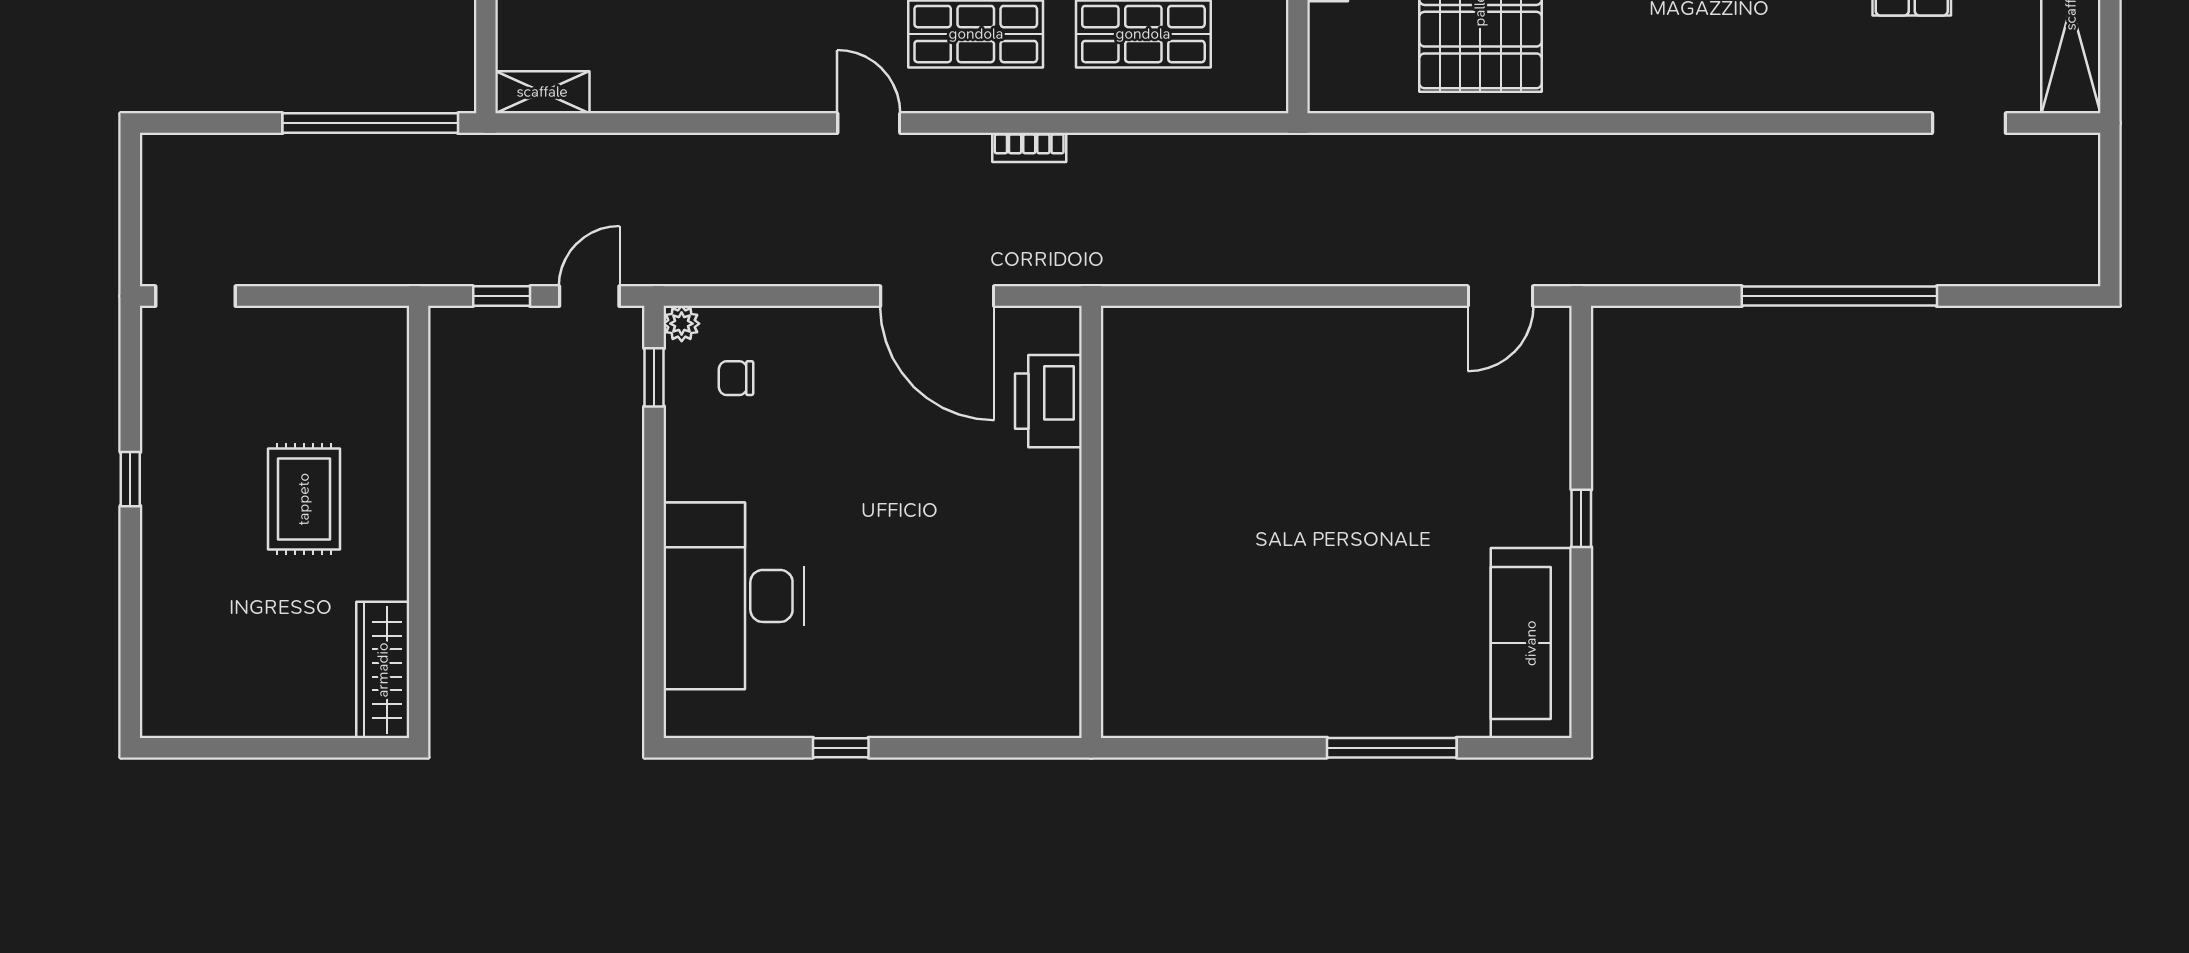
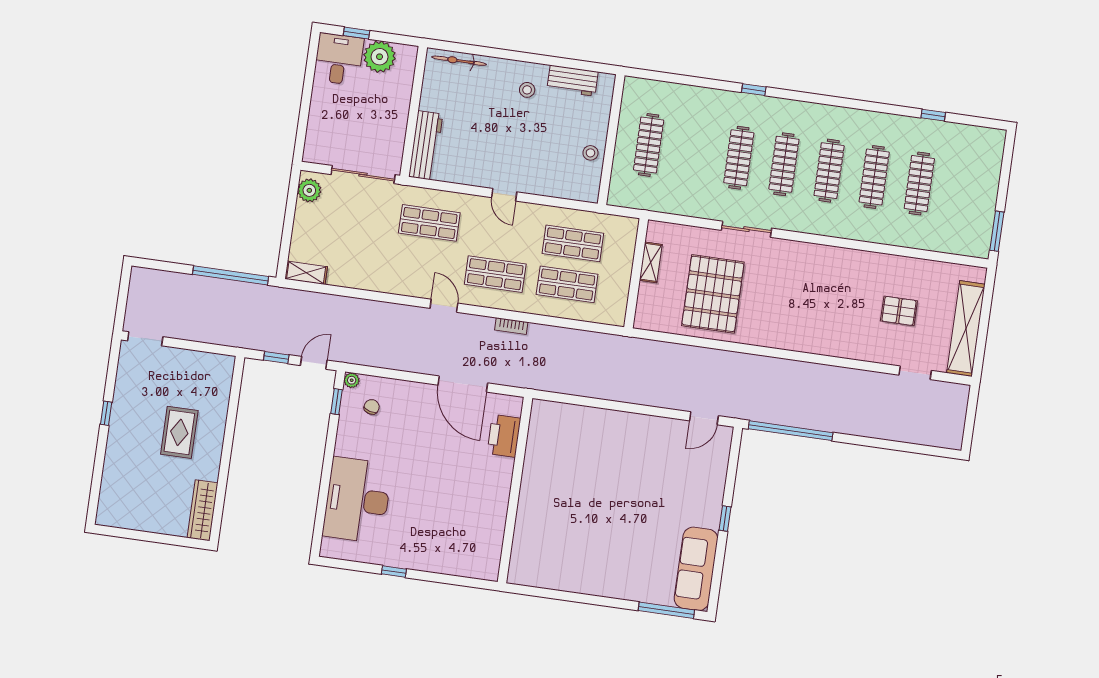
window: (1839, 296) -> (791, 431), moved
chair: (736, 378) -> (372, 407), turned 105
window: (1392, 748) -> (666, 610), moved

